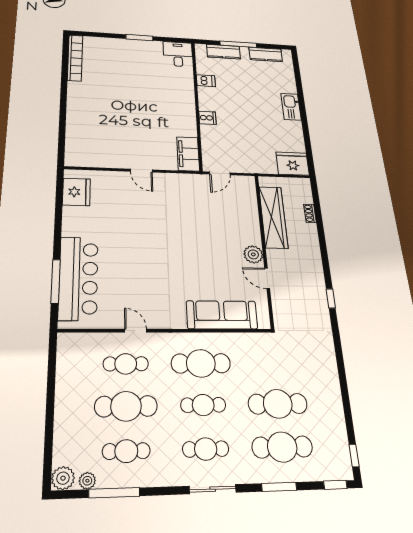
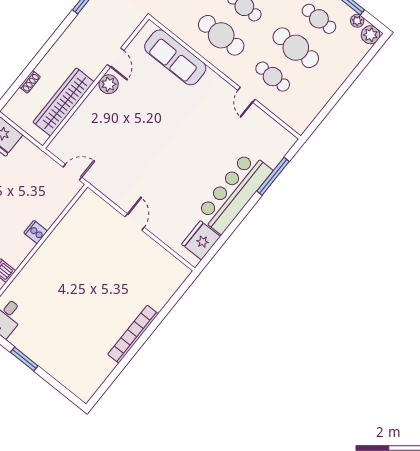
bookcase: (75, 58) -> (133, 334), moved
filing cabinet: (188, 154) -> (83, 209), removed
bar counter: (78, 278) -> (234, 192), moved

